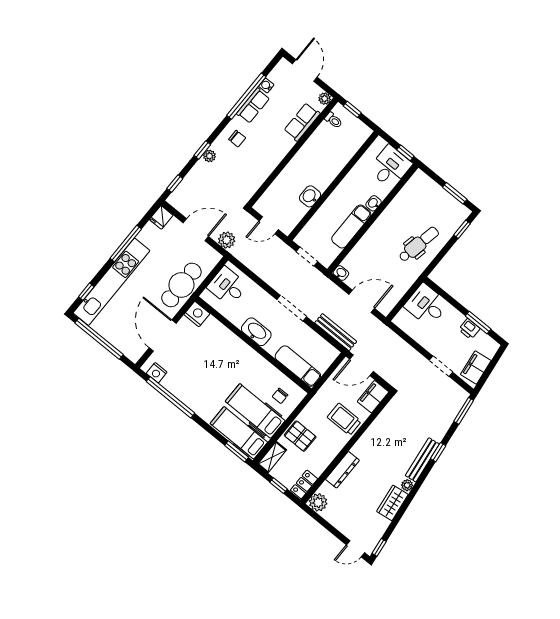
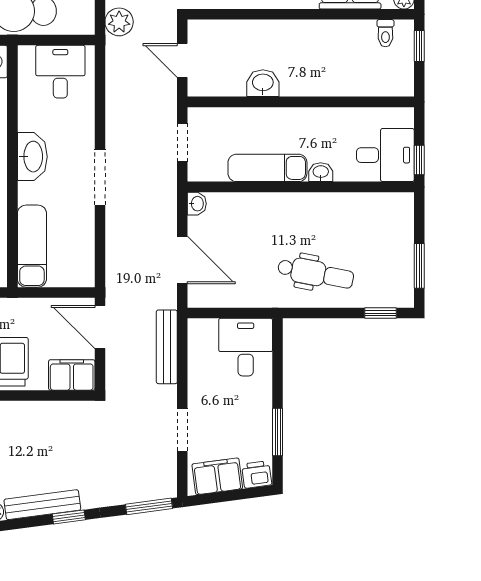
printer: (469, 329) -> (257, 474), moved, turned 82
bench: (336, 332) -> (167, 347), moved

